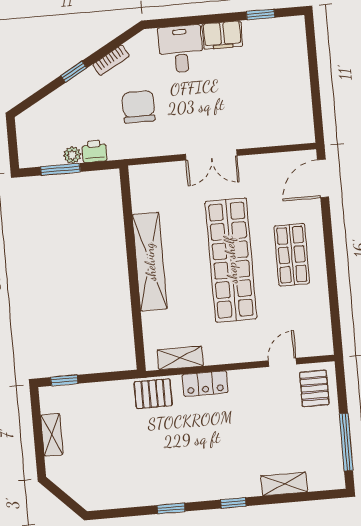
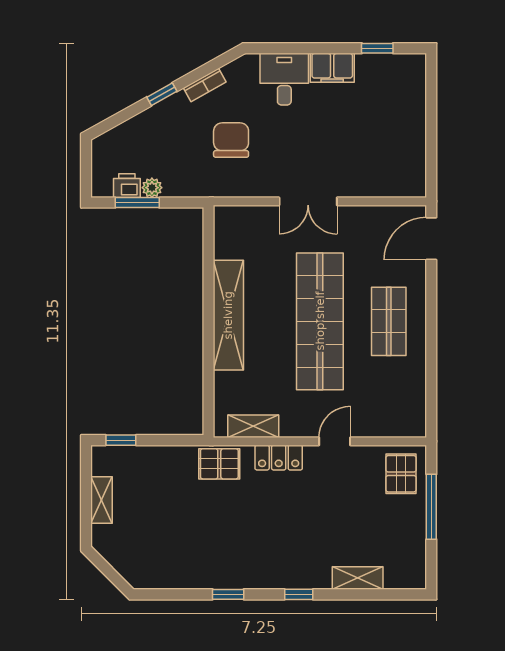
printer: (94, 151) -> (127, 186), moved
door: (282, 362) -> (335, 441), moved
window: (346, 442) -> (431, 507), moved

